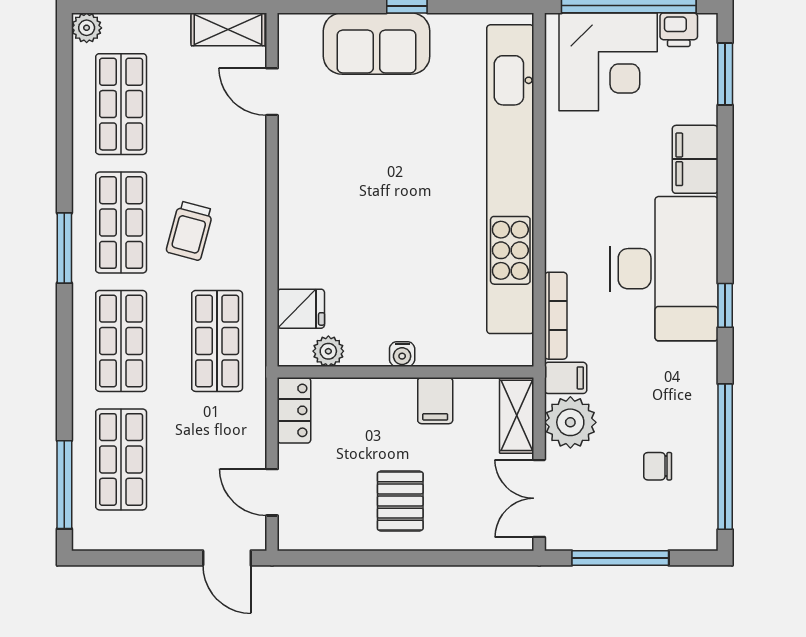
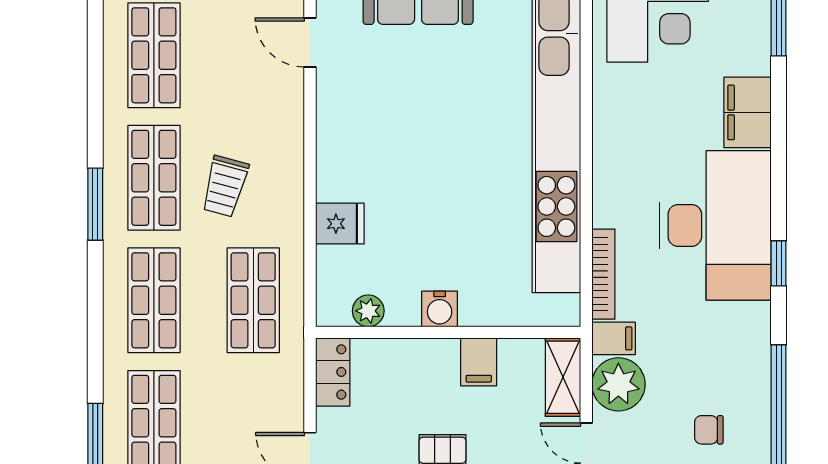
fridge: (301, 309) -> (340, 224), moved
water cooler: (402, 354) -> (440, 309), width x1.38, depth x1.38

